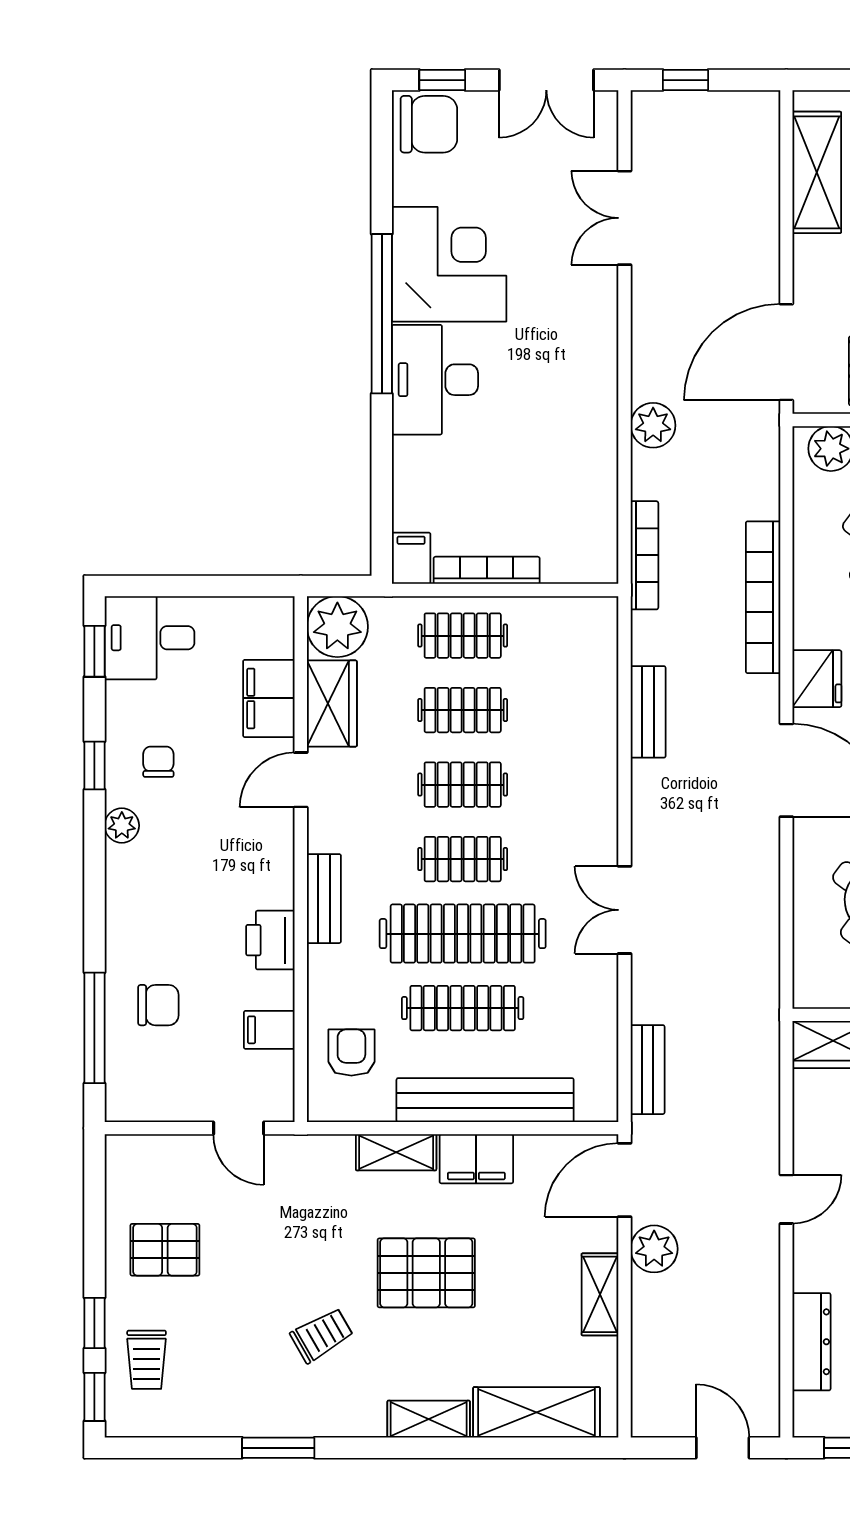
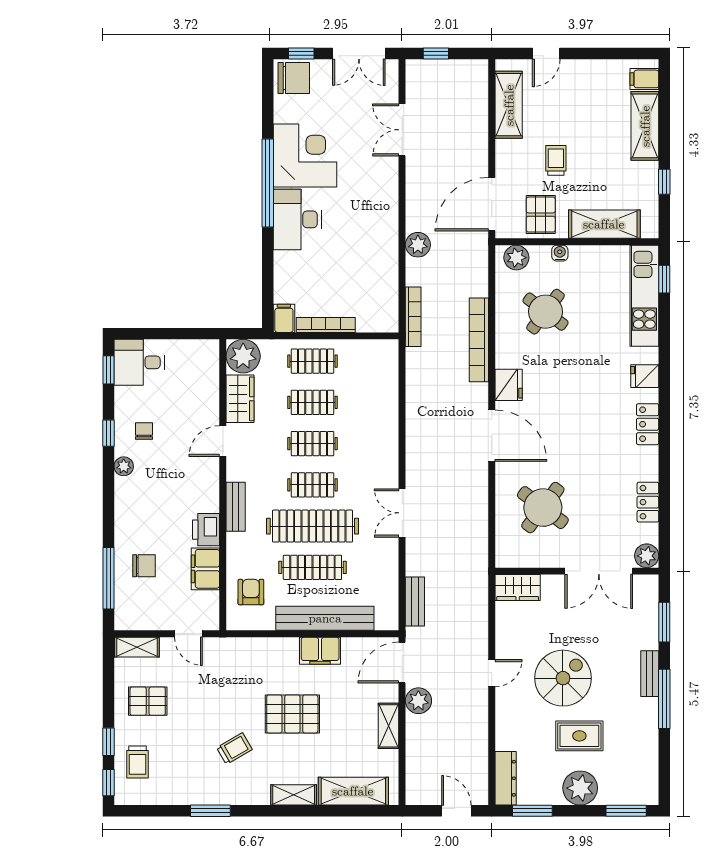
filing cabinet: (269, 698) -> (205, 396), removed
bench: (648, 712) -> (415, 403), removed
filing cabinet: (269, 1030) -> (205, 569), width x2.00
shelving: (396, 1152) -> (137, 647), moved
dresser: (812, 1342) -> (506, 778), moved

